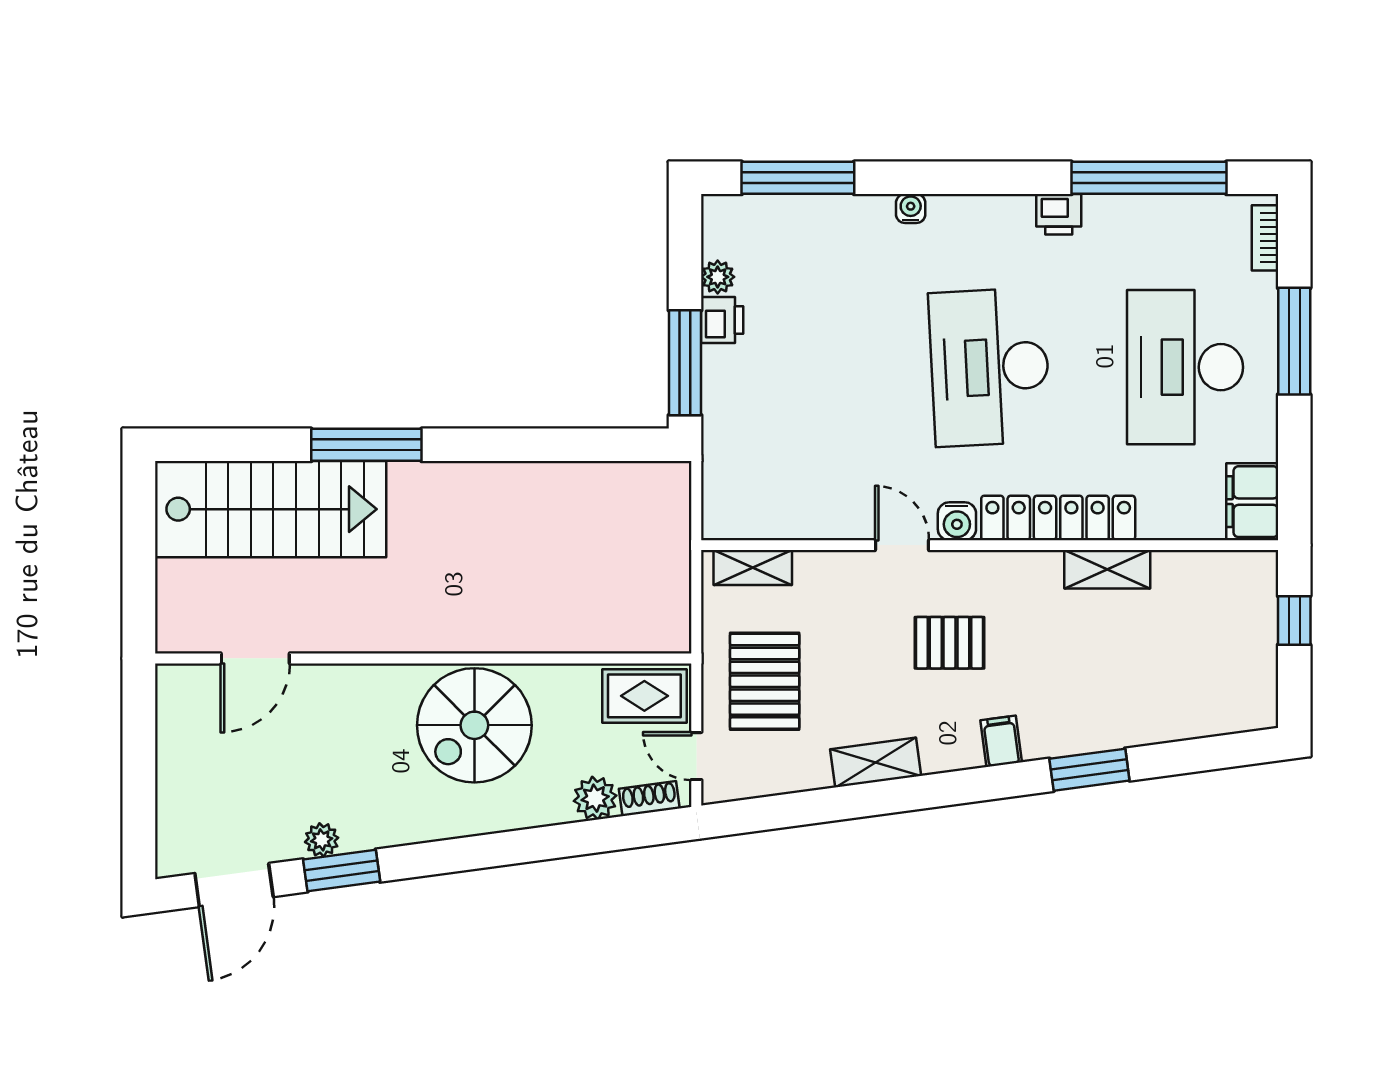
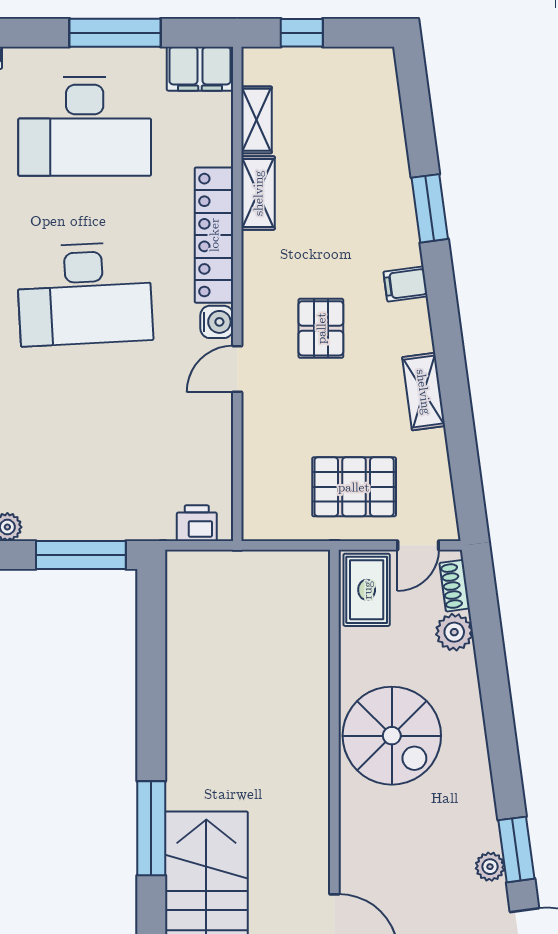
printer: (722, 320) -> (197, 523), moved
window: (1294, 341) -> (115, 33), moved
shelving: (753, 568) -> (257, 120), moved

